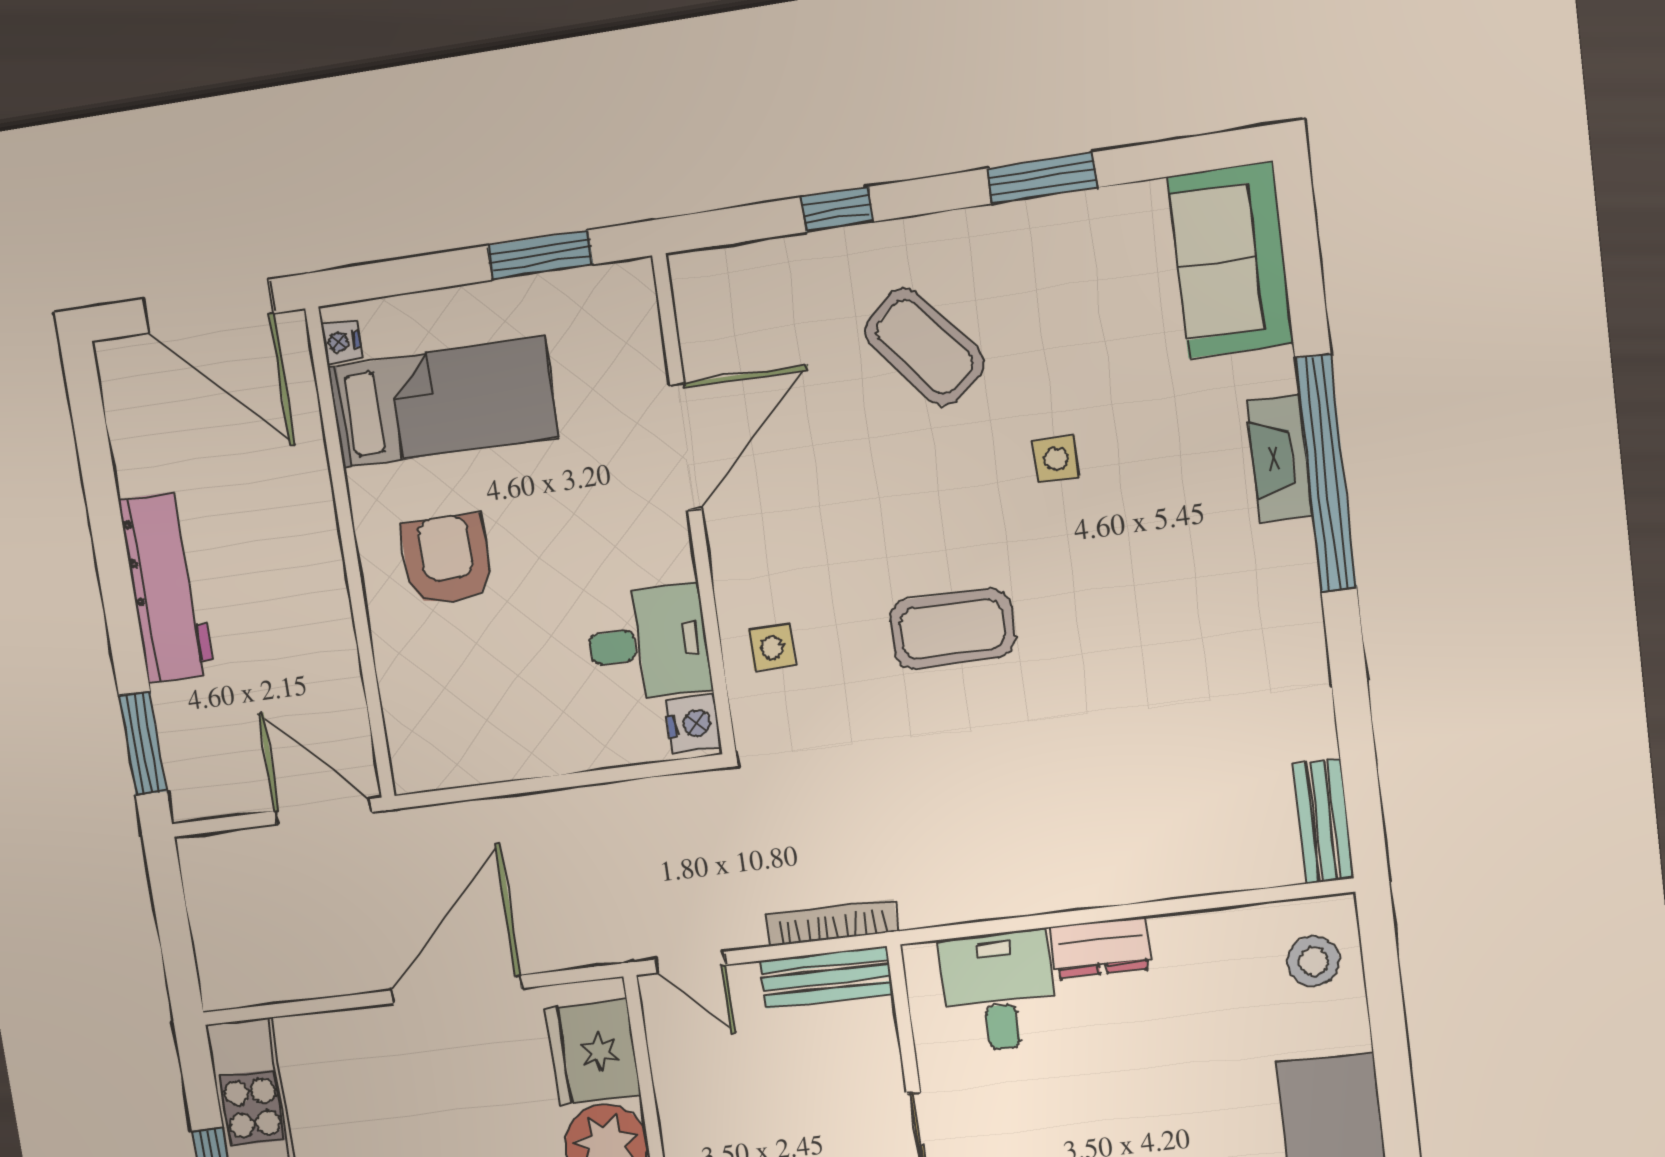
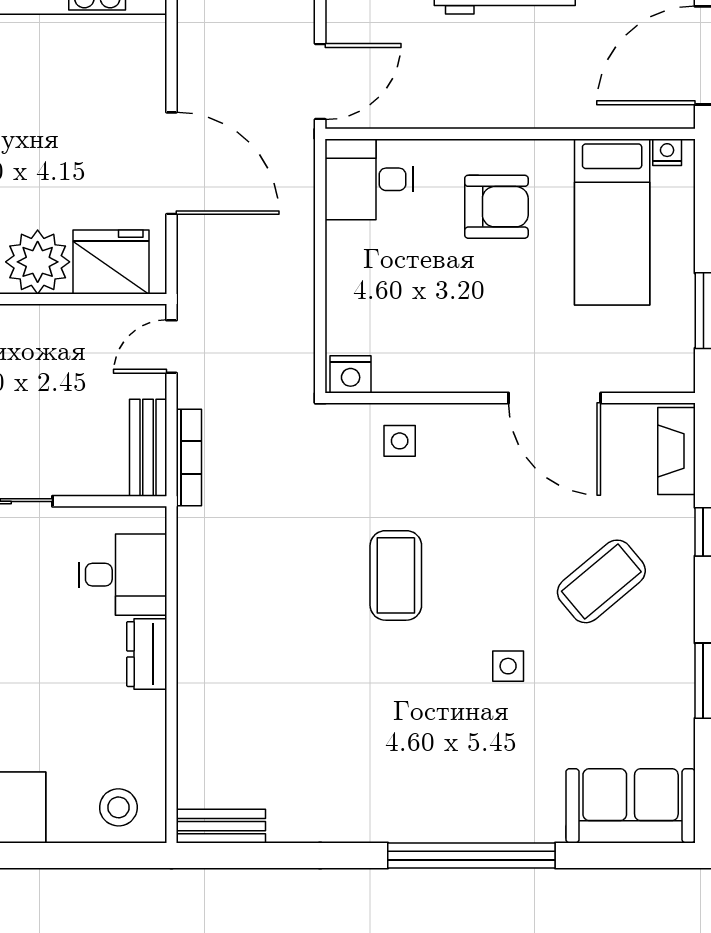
fireplace: (1280, 458) -> (676, 451), moved, turned -90
desk: (648, 643) -> (369, 179), moved, turned 90

